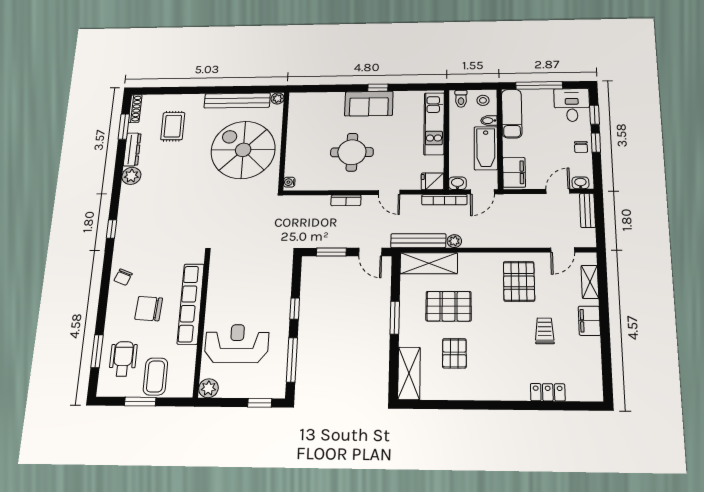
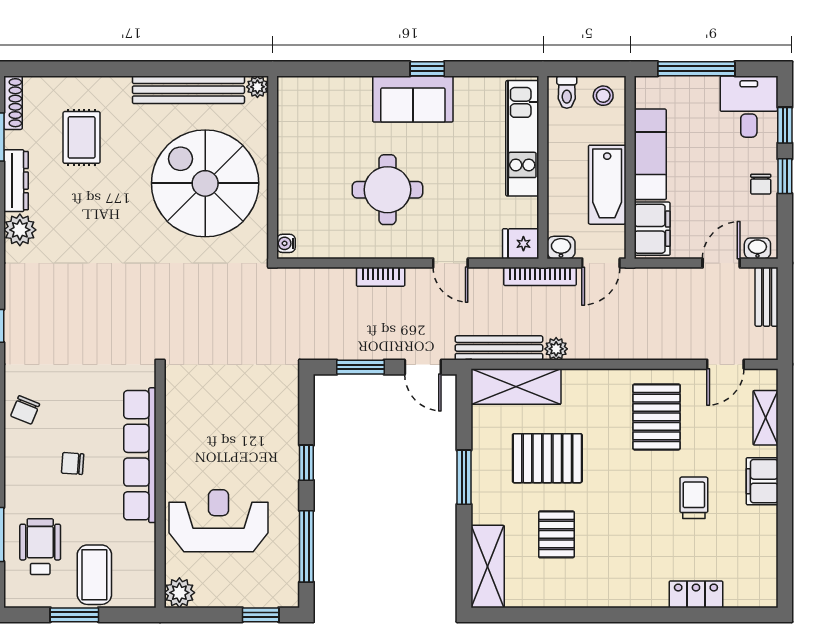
exam couch: (512, 114) -> (650, 154), moved
bidet: (489, 121) -> (613, 134), removed
chair: (149, 309) -> (73, 464), width x0.54, depth x0.54

